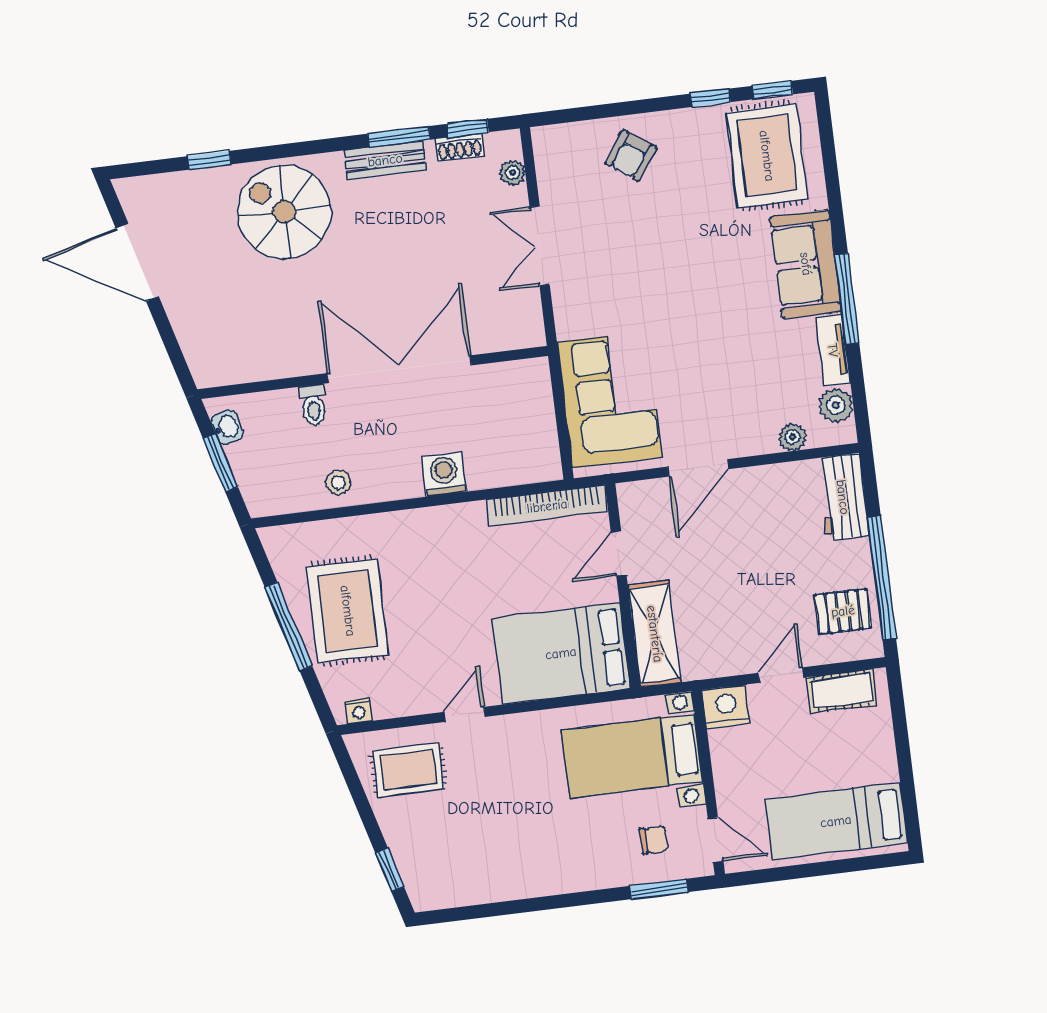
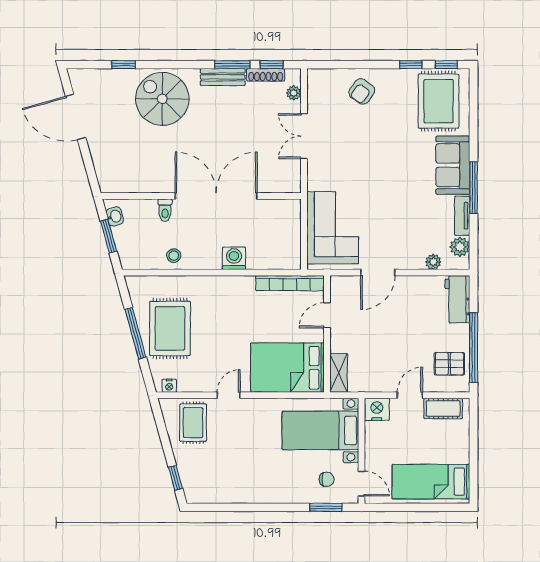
shoe rack: (460, 147) -> (266, 75), width x1.43
shelving: (655, 634) -> (339, 373), width x0.67, depth x0.75
rug: (408, 770) -> (193, 423), turned 90

